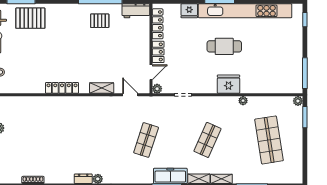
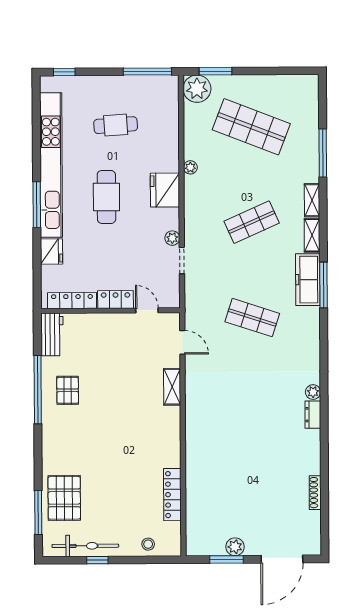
cafe table: (271, 53) -> (116, 125), added
locker: (62, 88) -> (172, 495), moved
plant: (157, 89) -> (172, 238), moved
door: (130, 95) -> (182, 342), swing flipped
plant: (298, 101) -> (197, 89), width x1.88, depth x1.88
shop shelf: (208, 140) -> (252, 222), turned -48
shop shelf: (269, 140) -> (251, 127), turned 30

